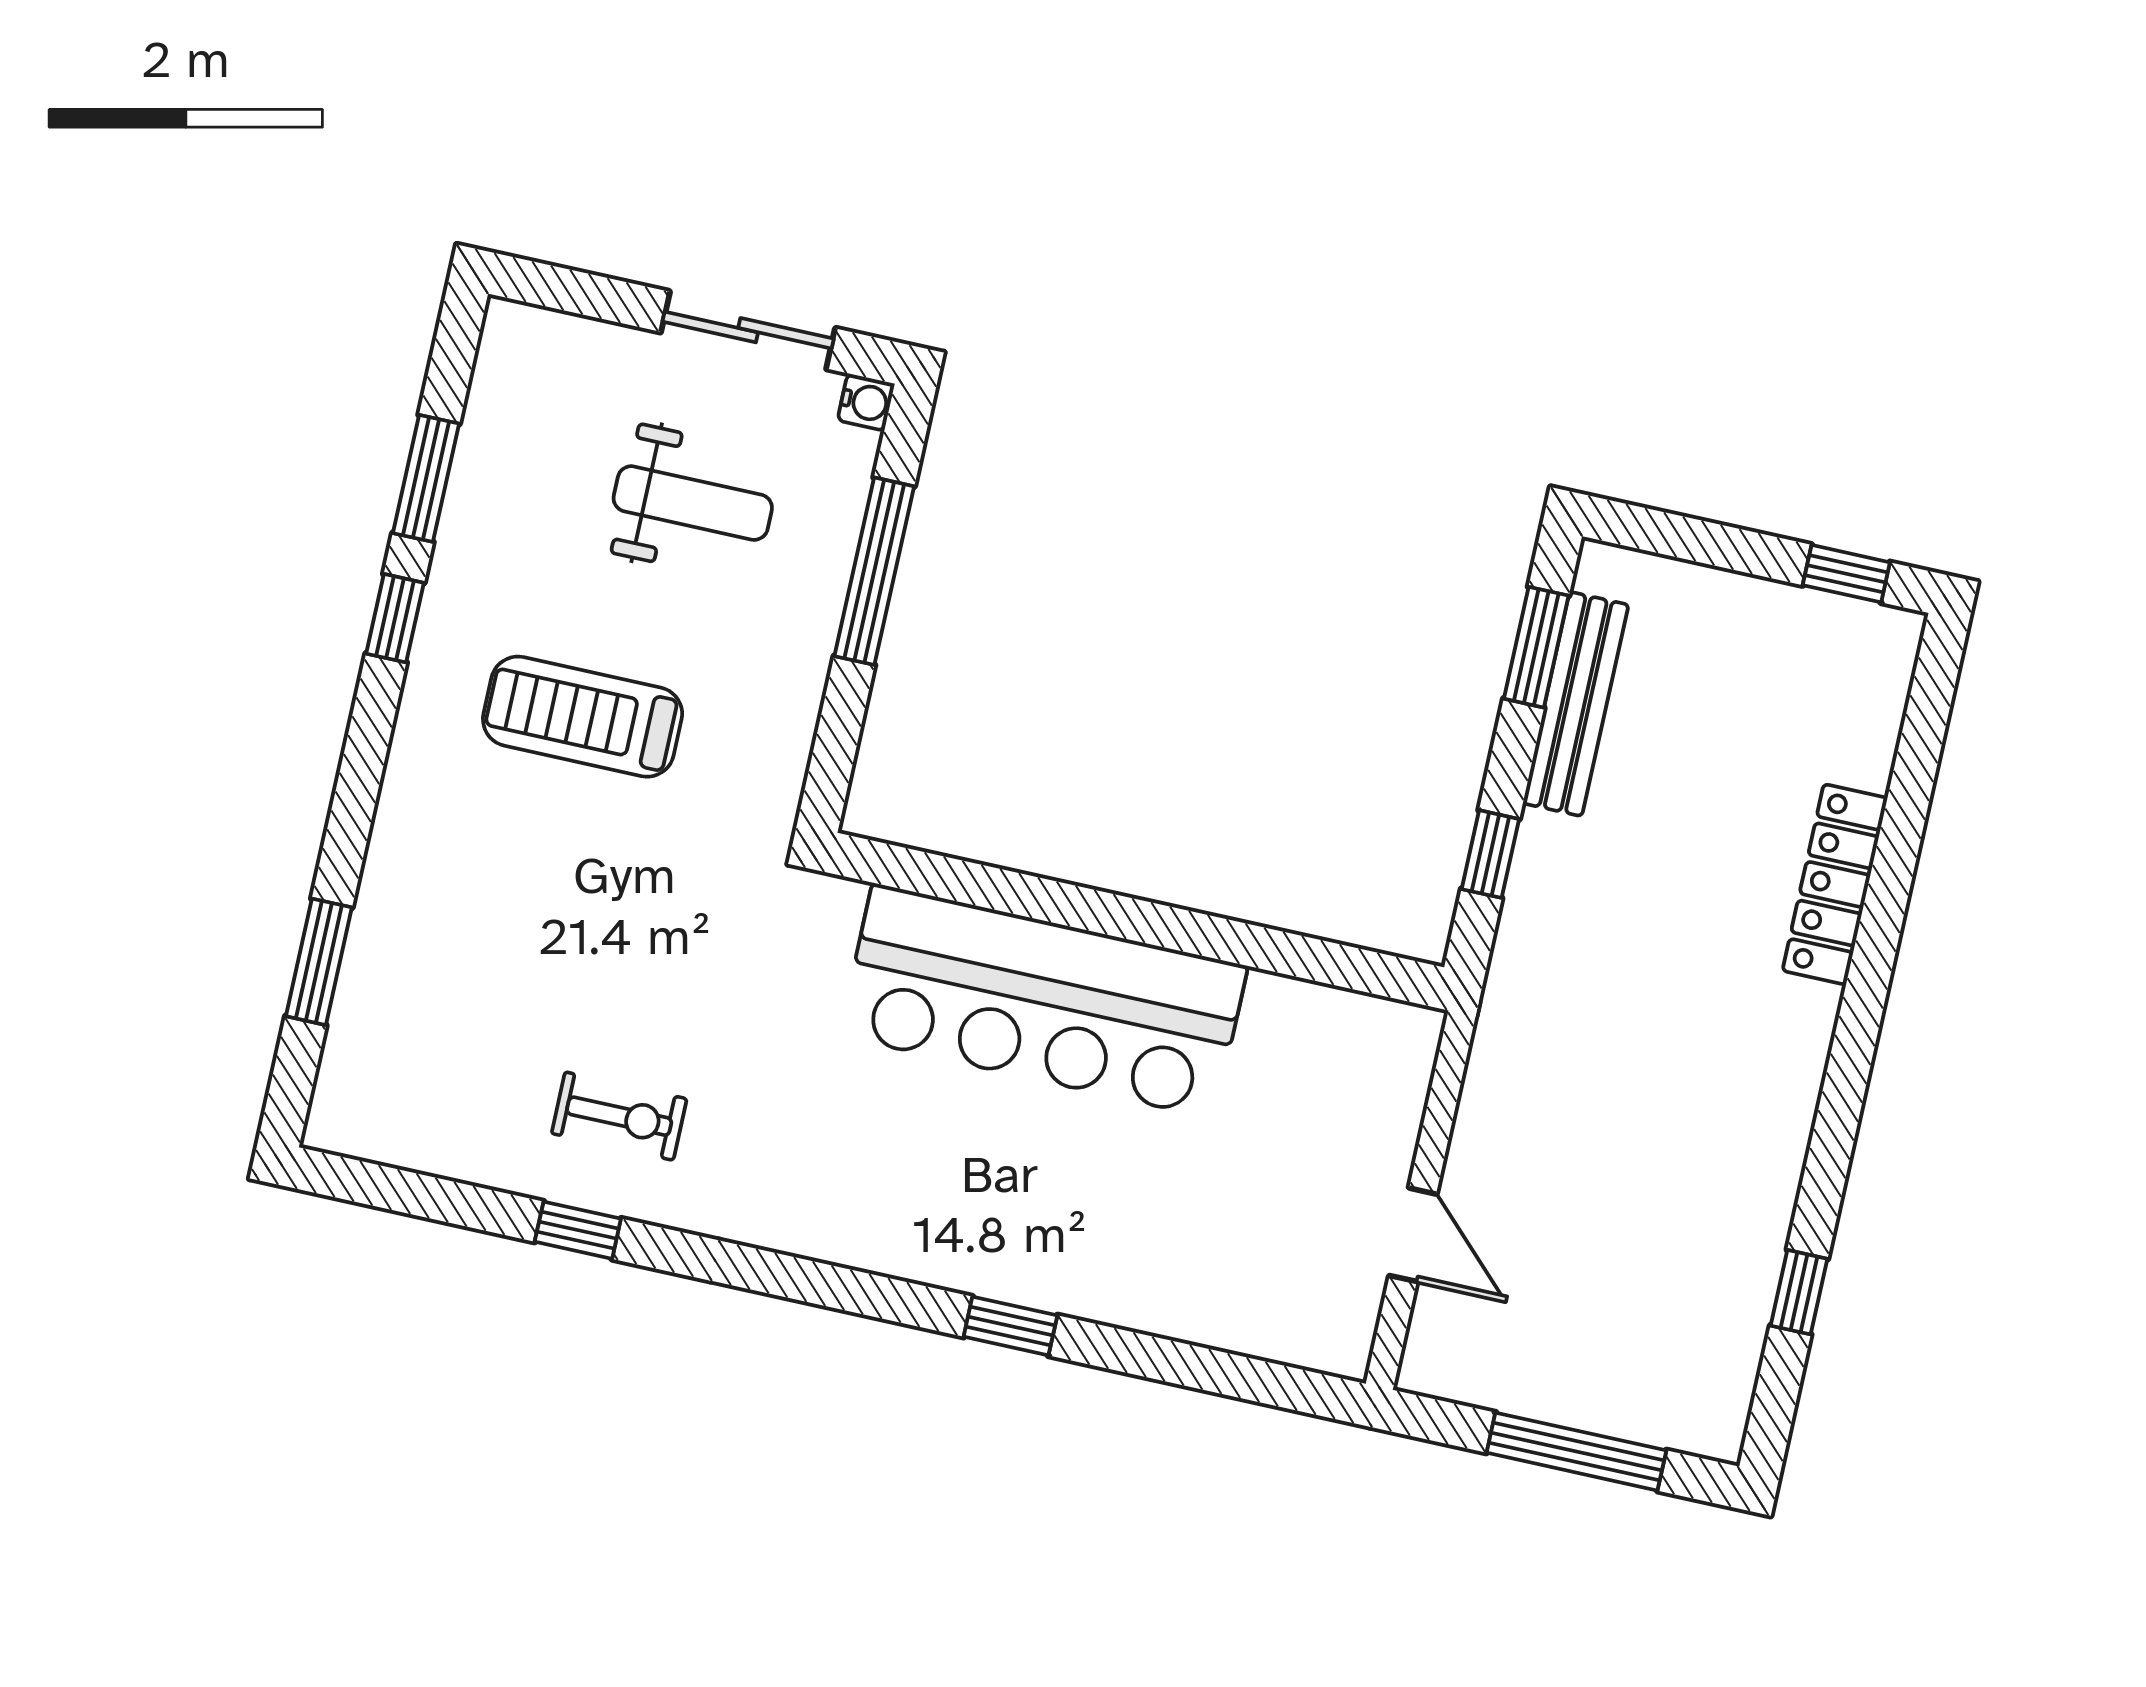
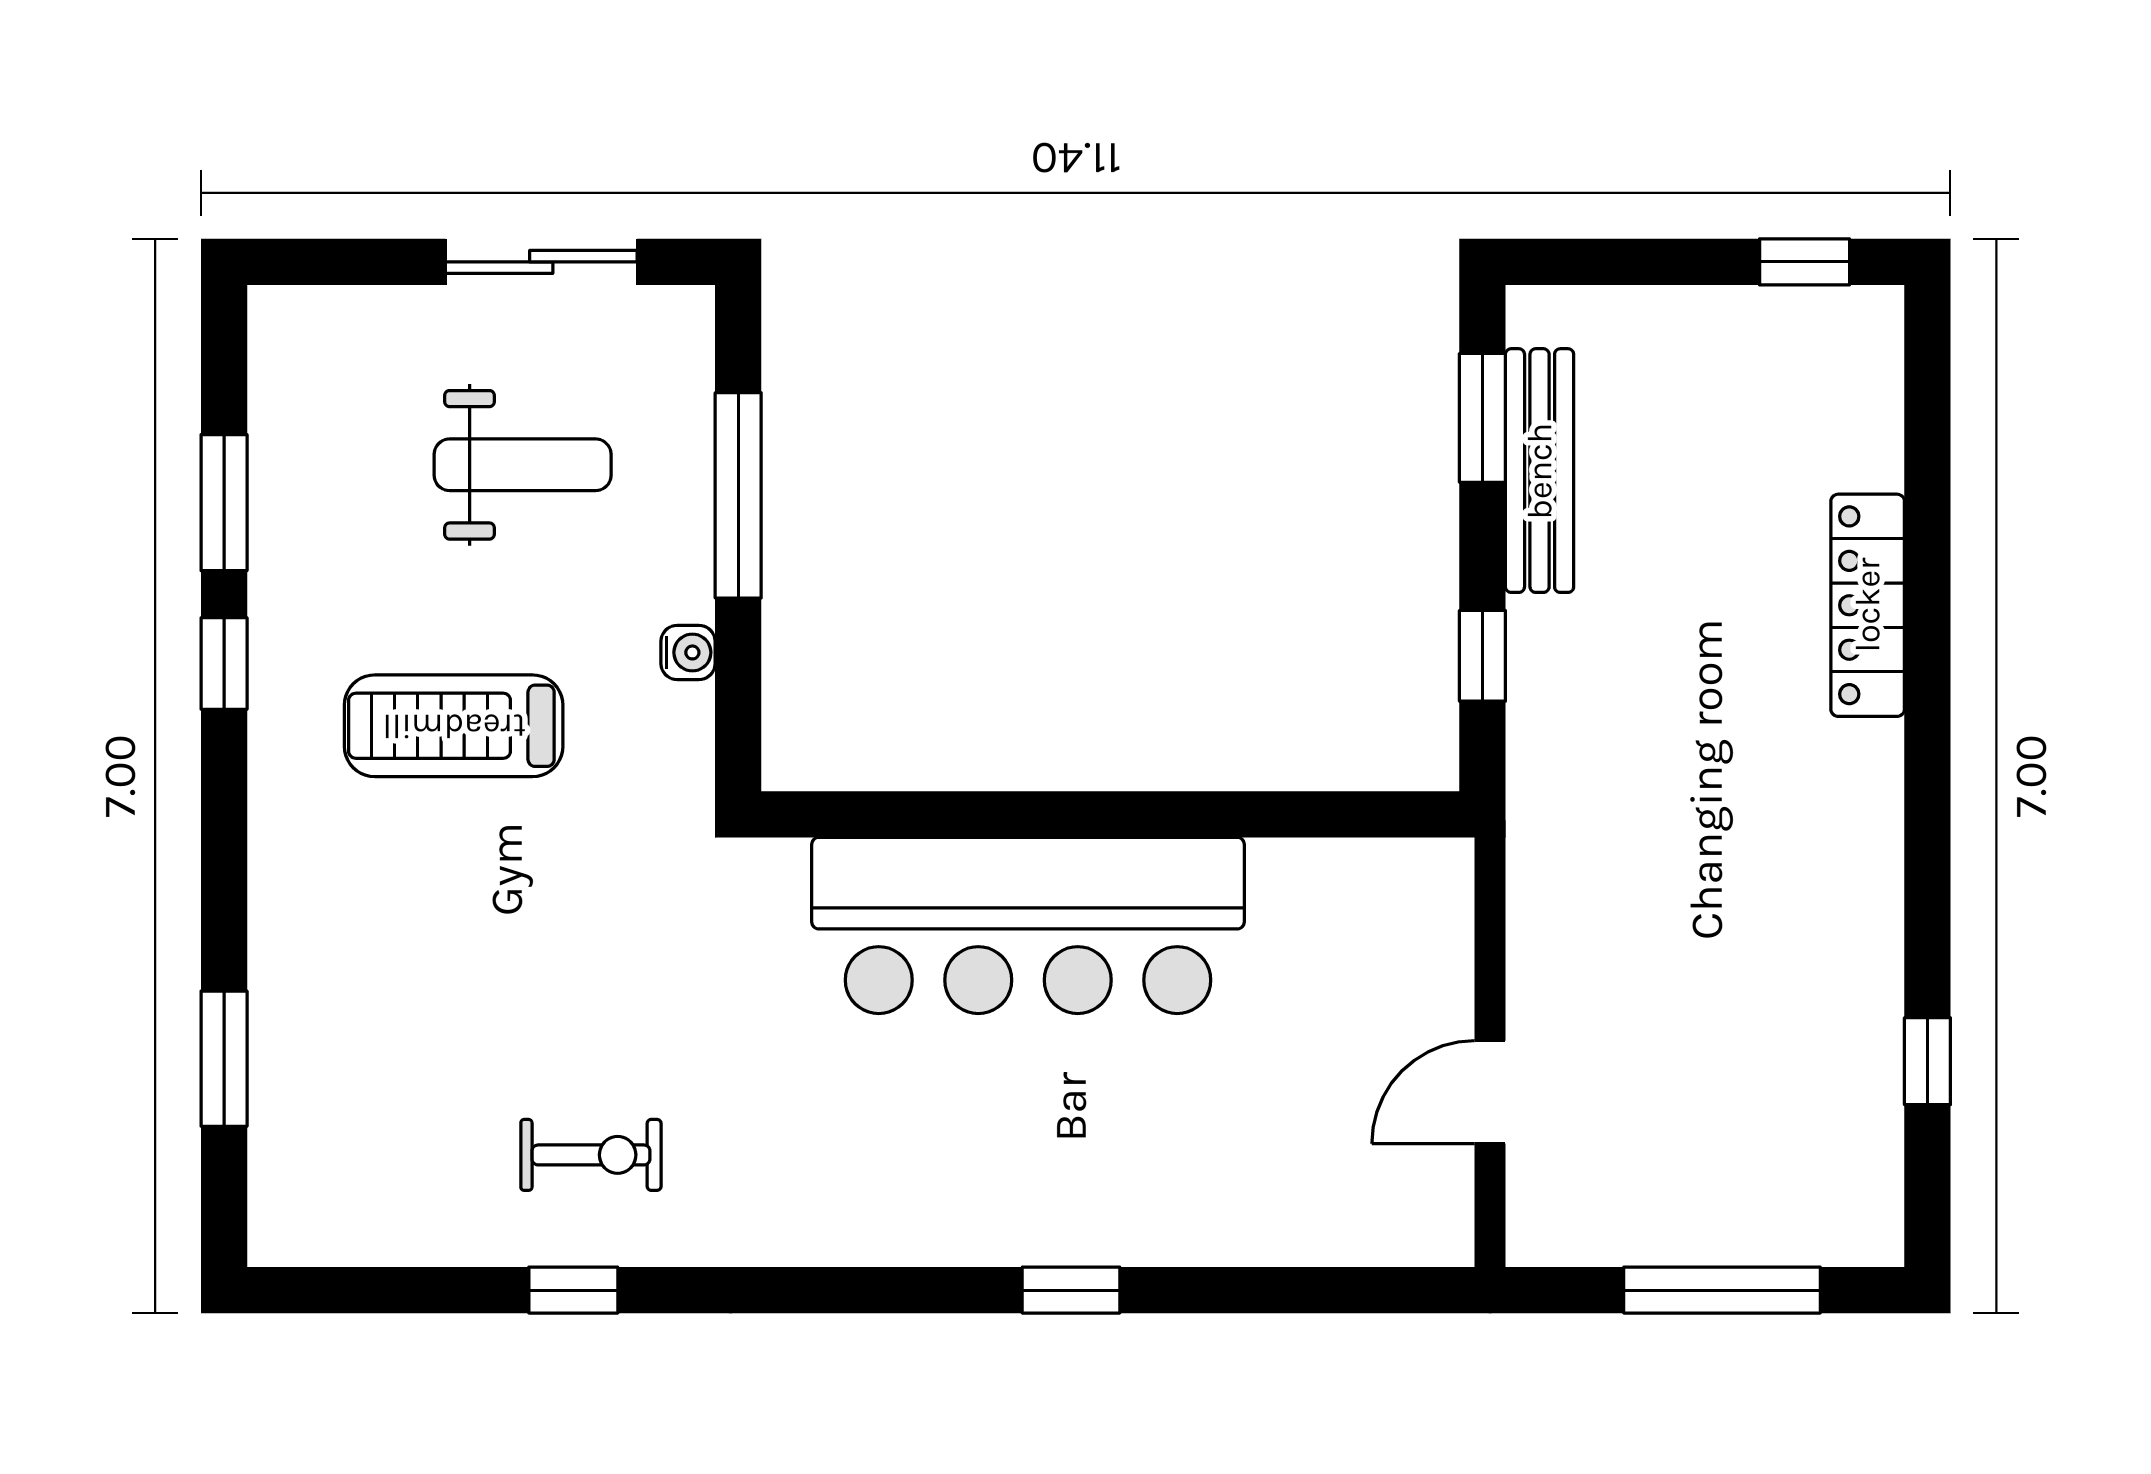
water cooler: (866, 402) -> (688, 652), moved
door: (1413, 1235) -> (1490, 1092), swing flipped

